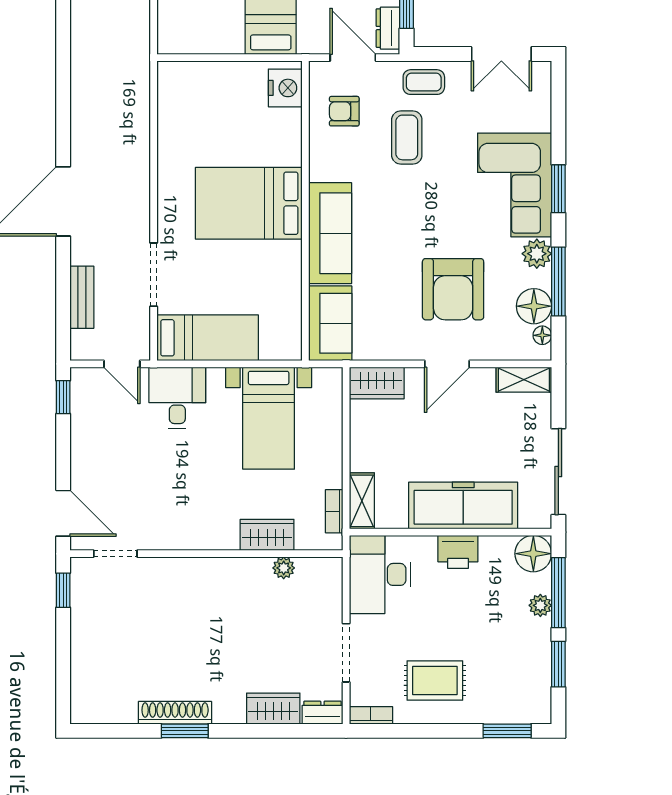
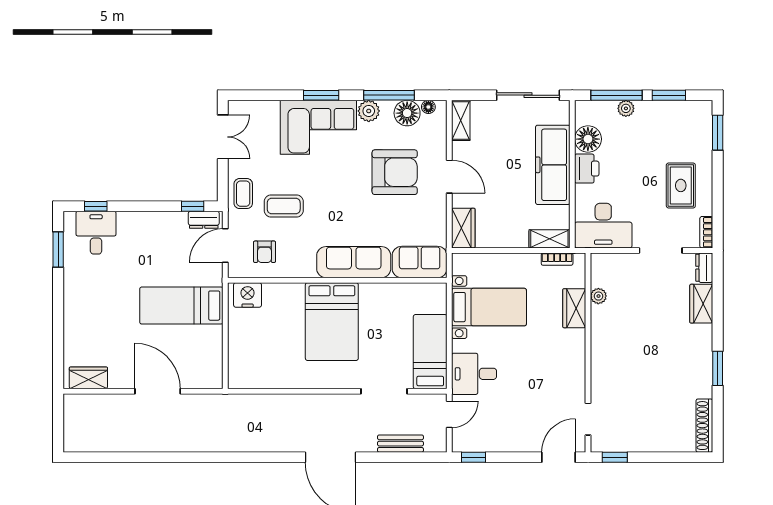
floor lamp: (533, 554) -> (588, 139), moved
shoe rack: (175, 713) -> (704, 426), moved

